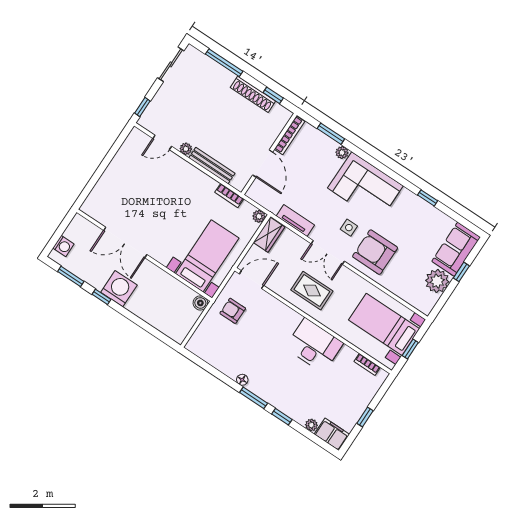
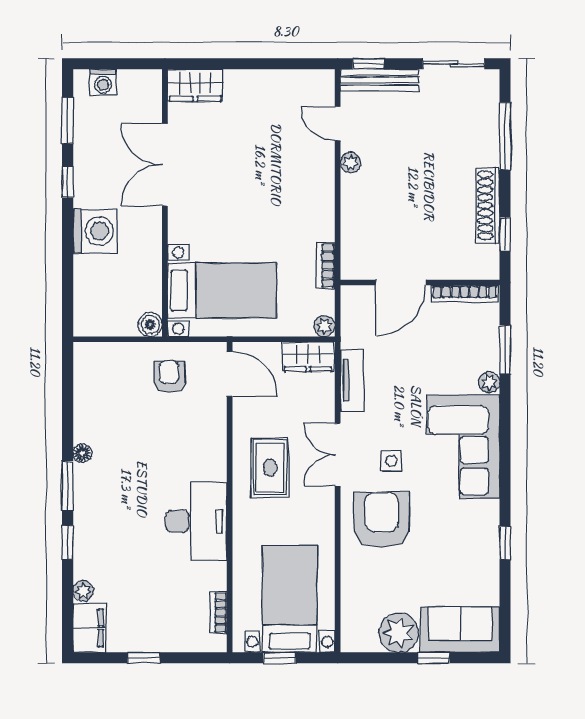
bench: (212, 166) -> (379, 80), moved, turned 90
wardrobe: (96, 201) -> (195, 85), added
washing machine: (119, 289) -> (95, 231), moved

